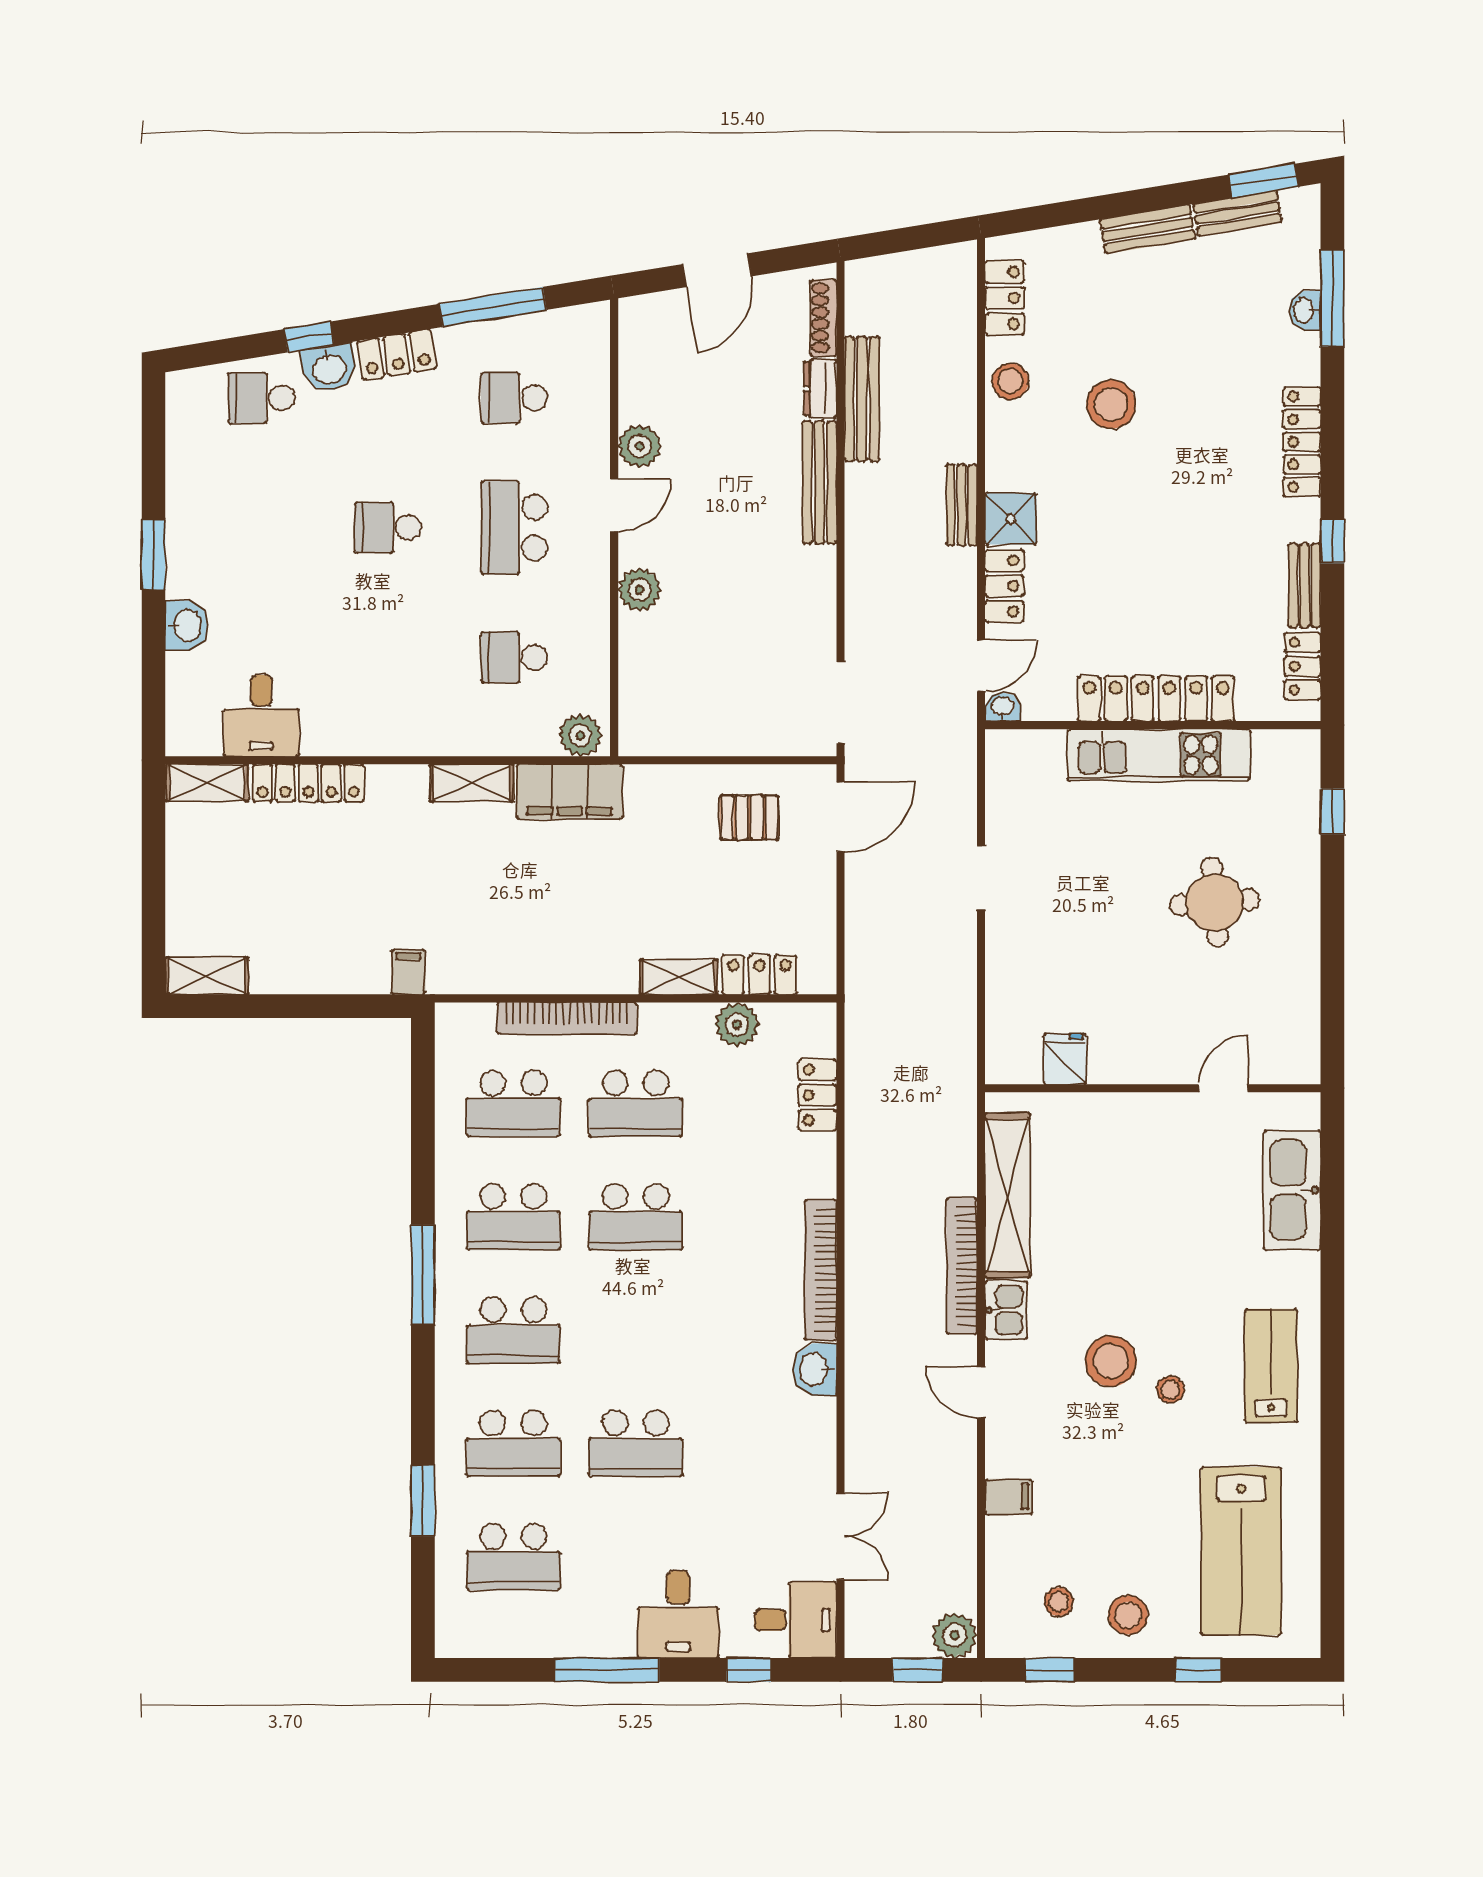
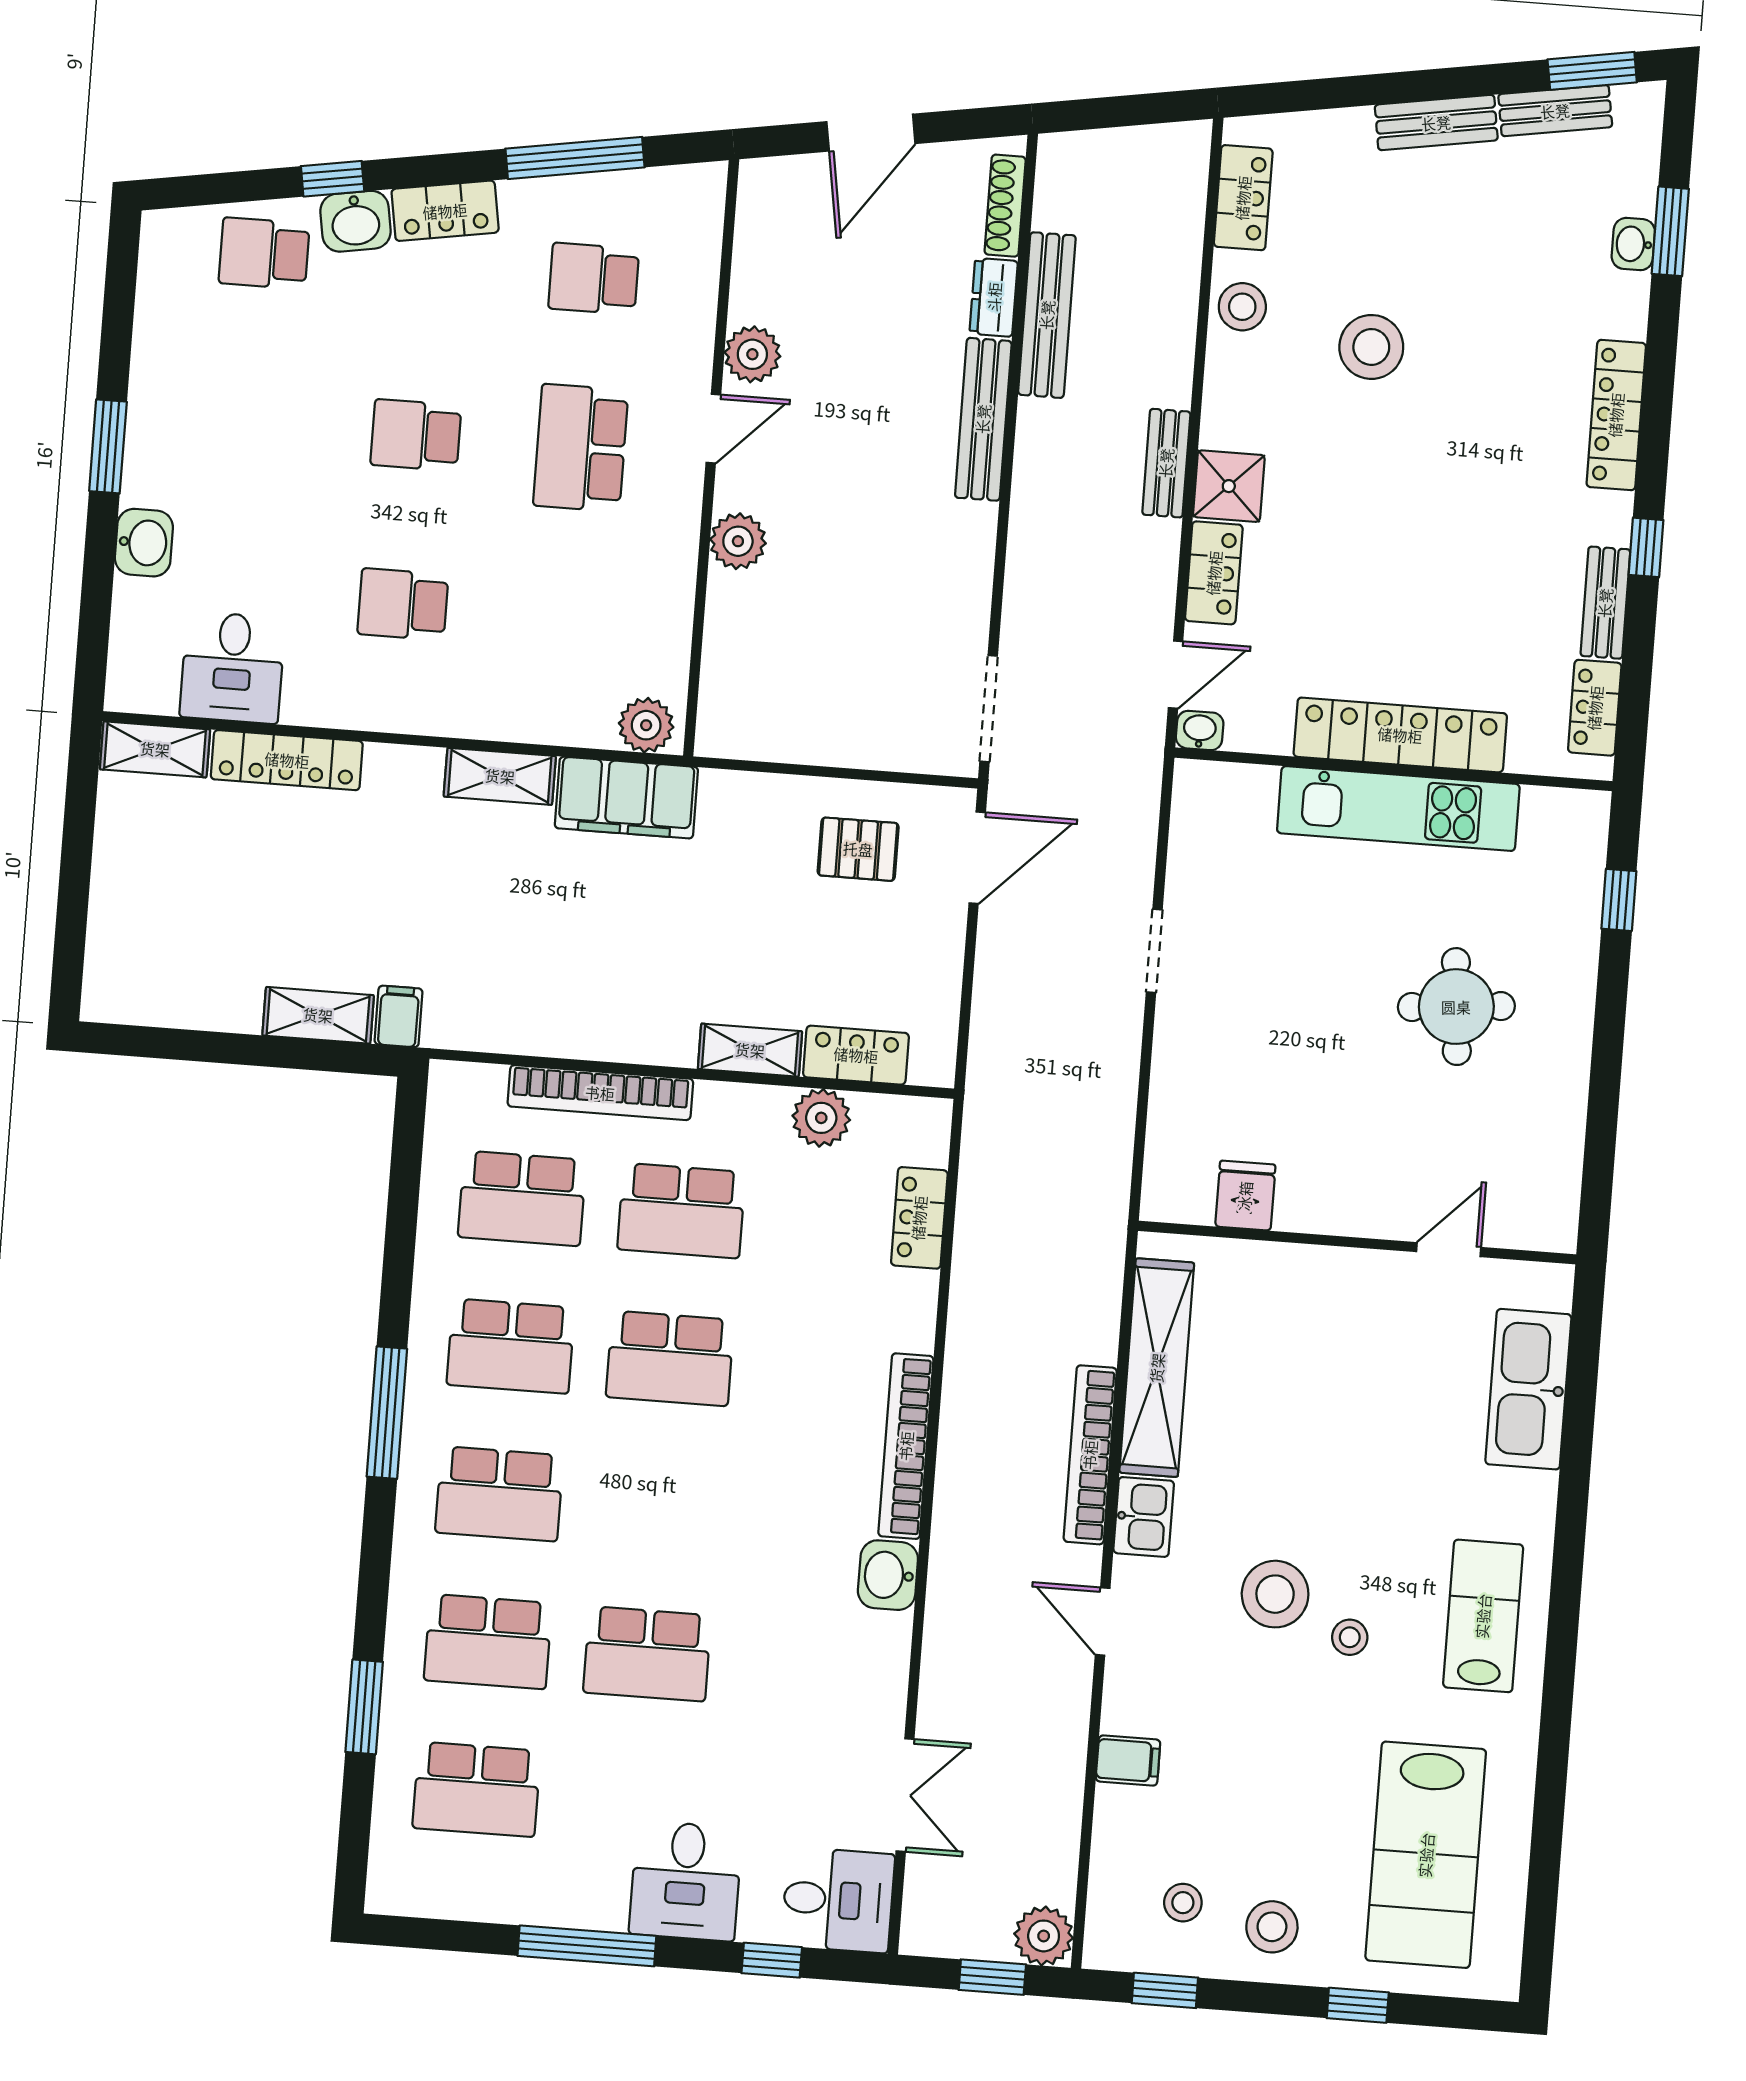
window: (1332, 299) -> (1670, 231), width x0.69
school desk: (514, 657) -> (403, 604), moved
shelving: (207, 976) -> (318, 1015), moved

